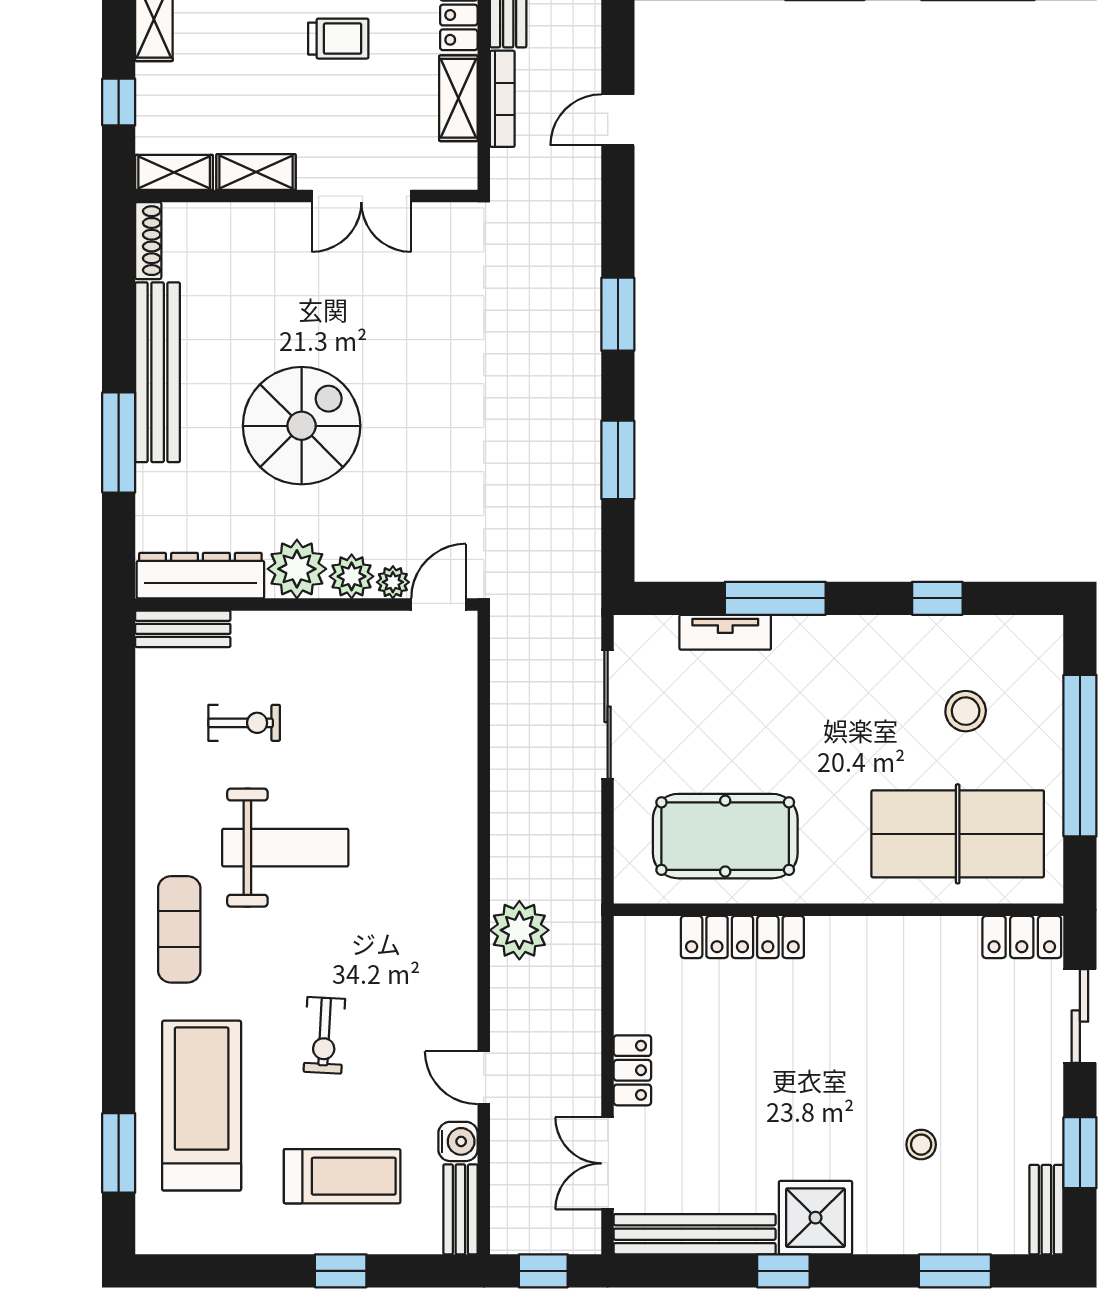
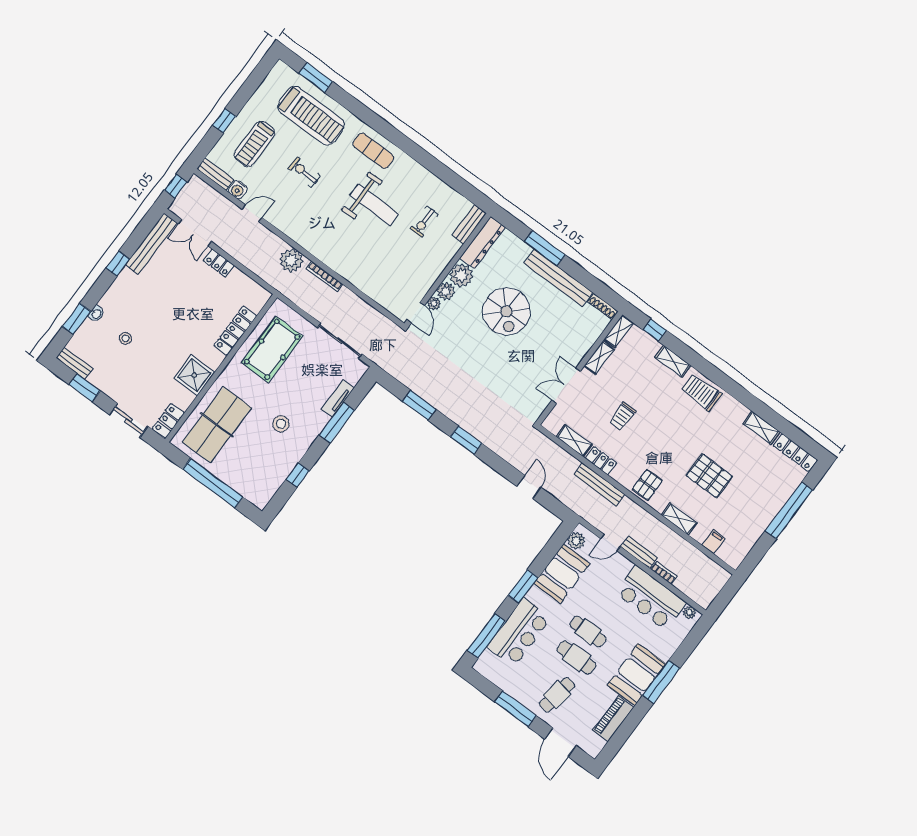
bookcase: (502, 99) -> (324, 276), moved
stool: (966, 711) -> (281, 424), moved
weight bench: (285, 848) -> (374, 205), turned -90
double door: (608, 1163) -> (195, 233), swing flipped
shower: (815, 1218) -> (194, 375), moved
washbasin: (915, 1239) -> (96, 314), added

